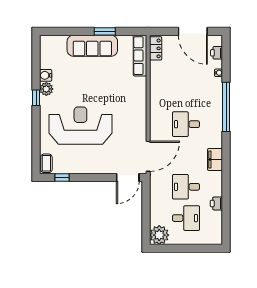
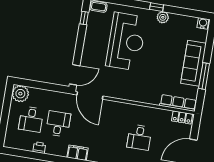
window: (105, 31) -> (204, 76), width x1.44
water cooler: (46, 75) -> (203, 23), moved
desk: (186, 124) -> (139, 137), moved, turned 180
door: (128, 177) -> (75, 75), swing flipped

